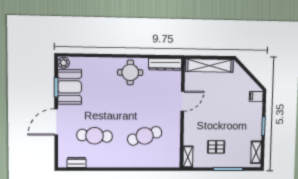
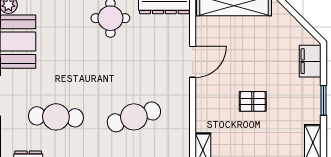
filing cabinet: (256, 96) -> (310, 61), width x2.00
pallet: (216, 147) -> (253, 101), moved

